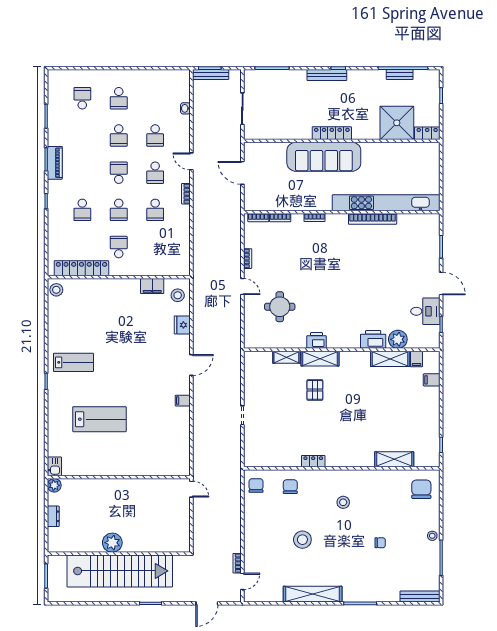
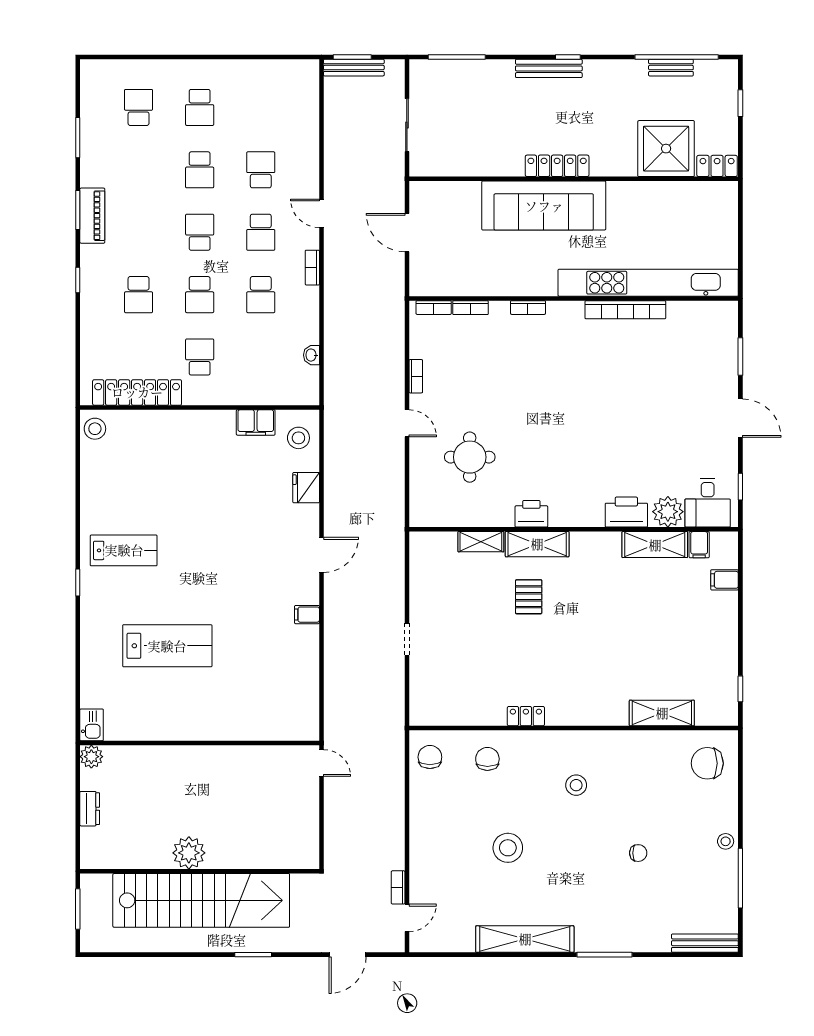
washbasin: (185, 108) -> (311, 355), moved
school desk: (155, 135) -> (261, 170), turned 180
desk: (425, 311) -> (708, 503), moved, turned 90
chair: (421, 489) -> (707, 763), turned -90

